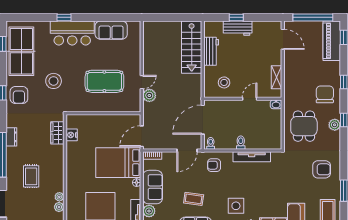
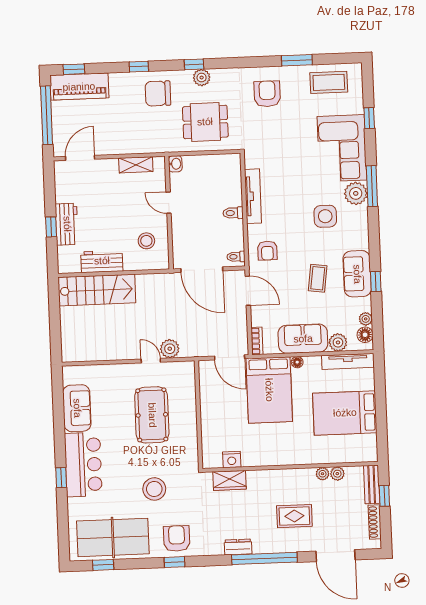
armchair: (19, 95) -> (177, 539), turned -90

